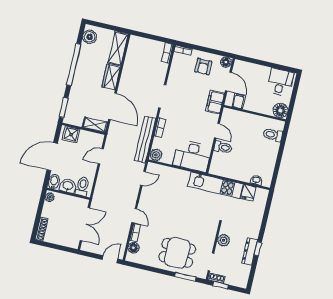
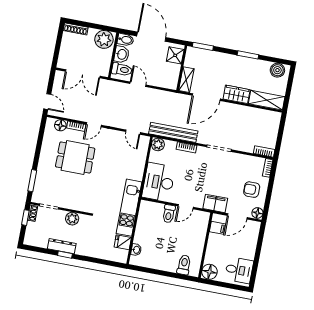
window: (74, 65) -> (248, 55), width x0.47
door: (101, 156) -> (138, 84), moved
plant: (50, 197) -> (104, 39), width x1.87, depth x1.87
dining table: (177, 253) -> (75, 158), moved, turned 90

